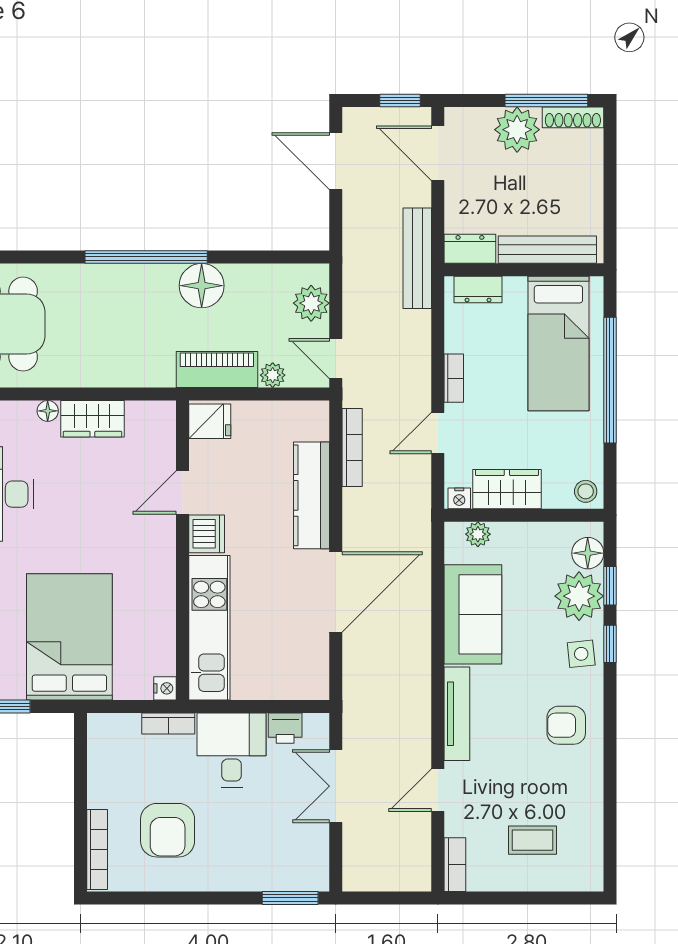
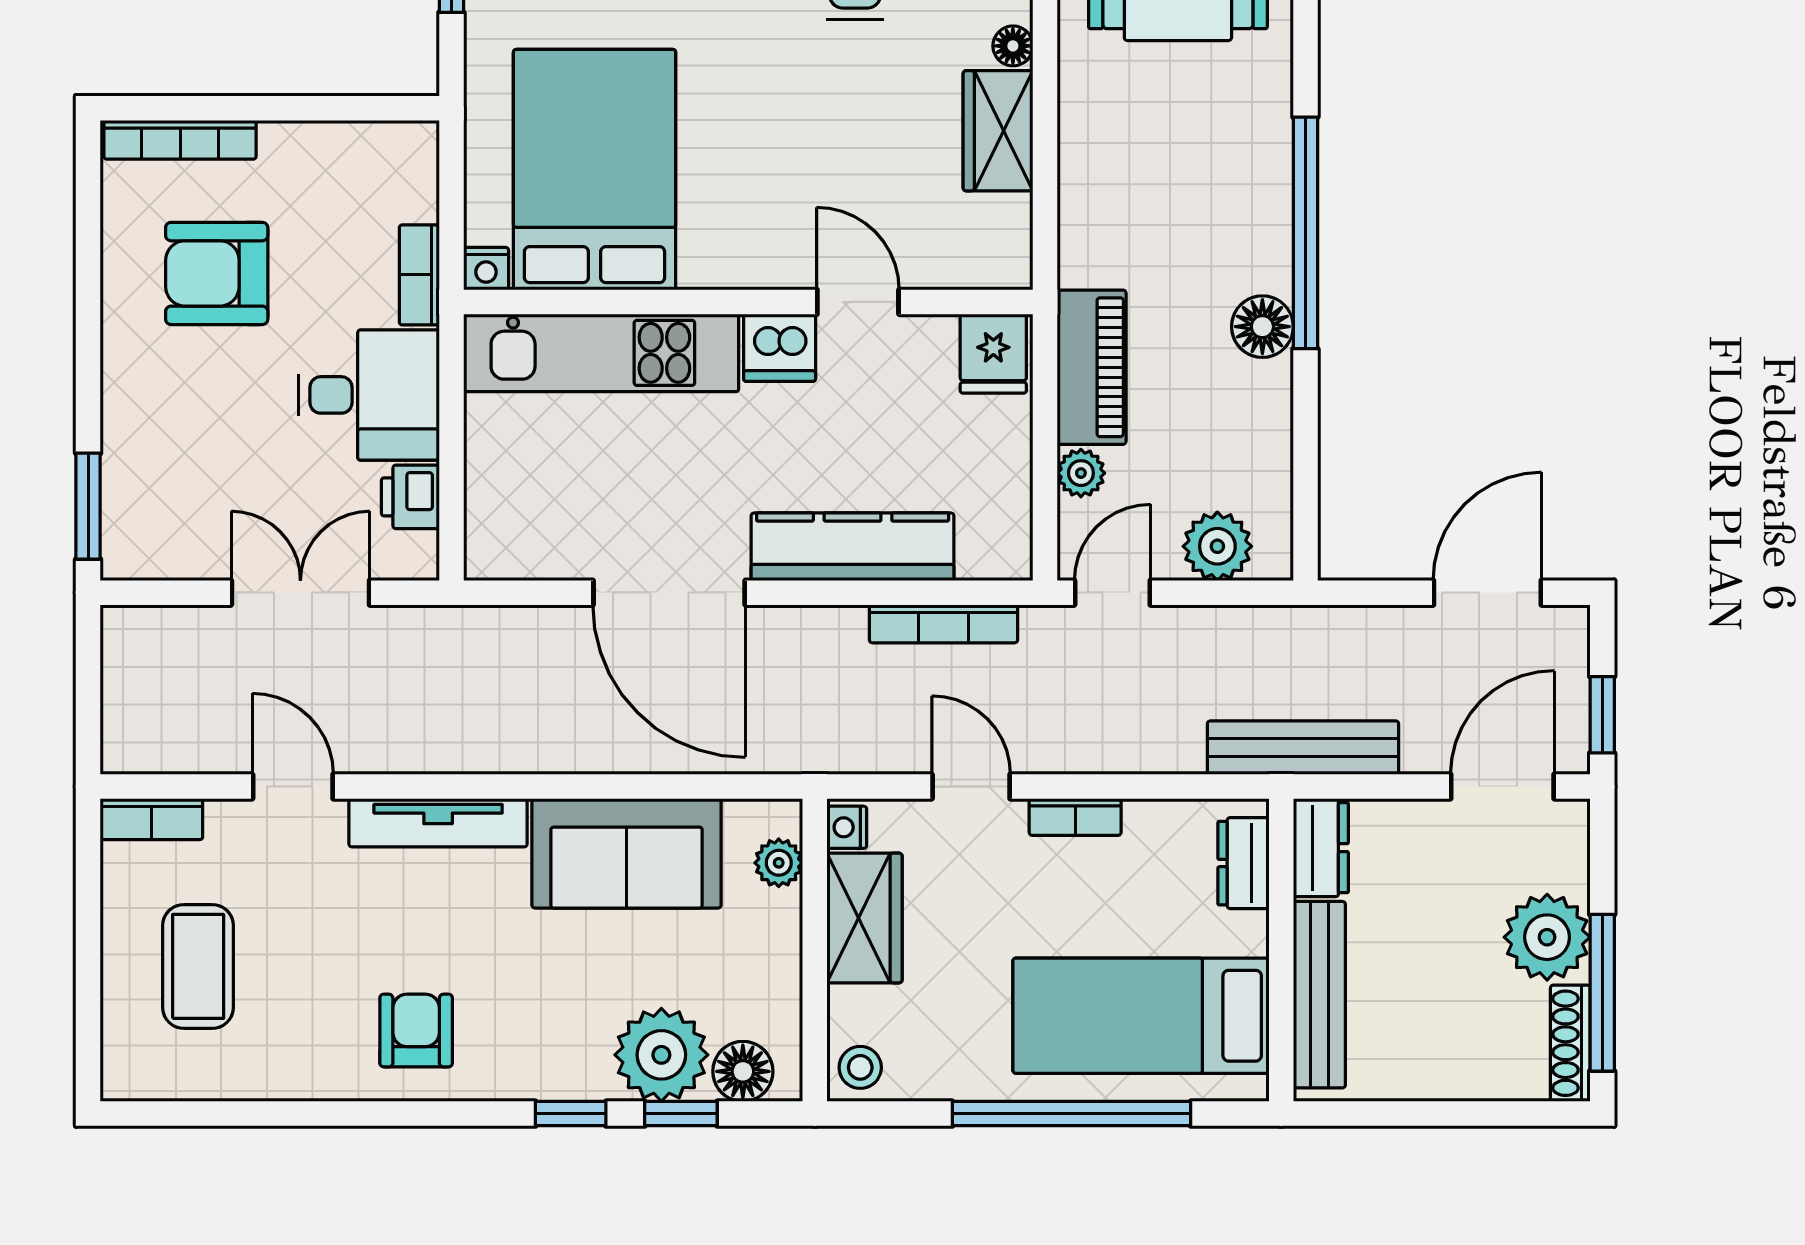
floor lamp: (202, 286) -> (1262, 327), width x0.73, depth x0.73
bed: (69, 637) -> (595, 170), moved, turned -90
side table: (581, 654) -> (552, 1059), removed
coffee table: (532, 840) -> (198, 966), width x1.36, depth x1.30

